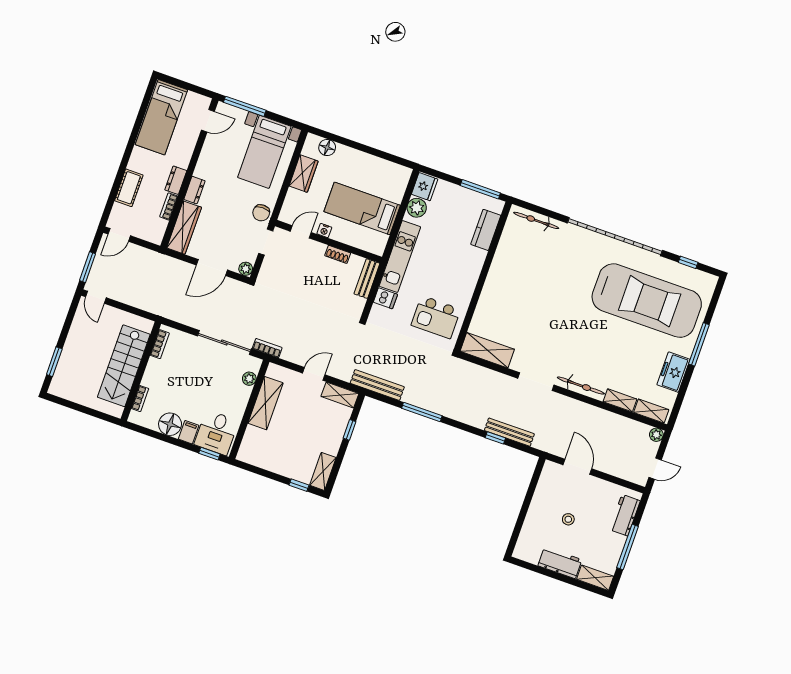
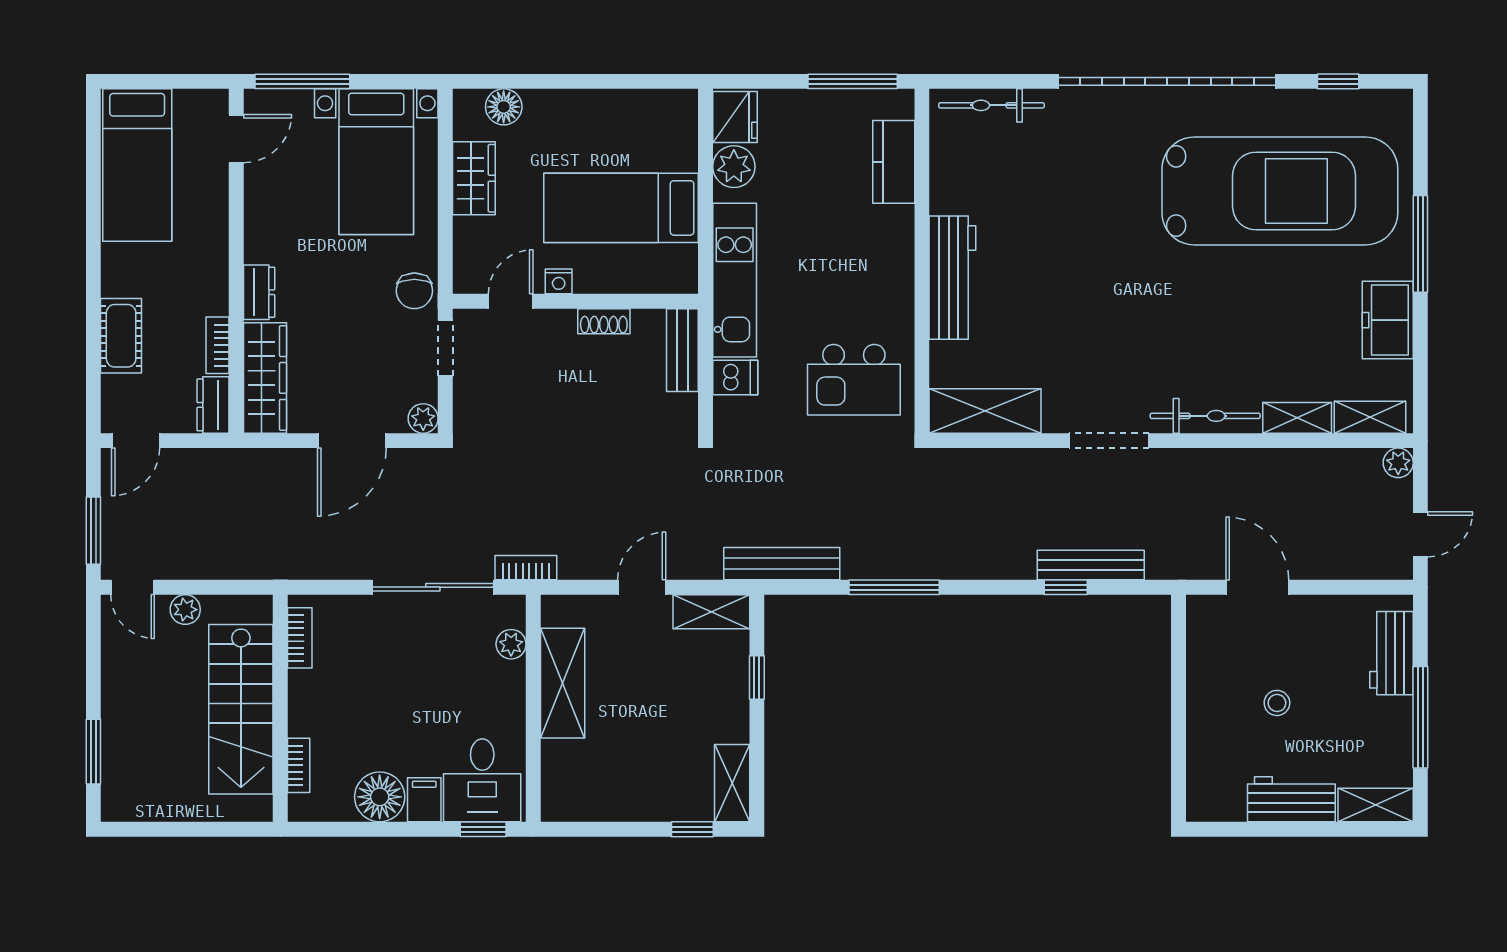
dresser: (176, 180) -> (213, 405), moved
workbench: (493, 288) -> (952, 278), added
plant: (115, 315) -> (185, 610), added

